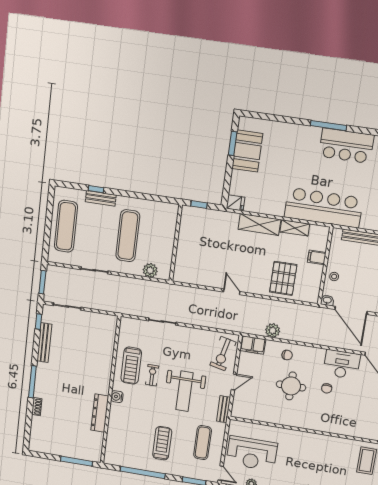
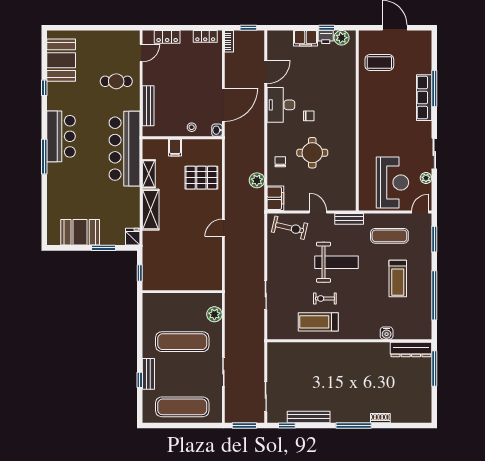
window: (233, 143) -> (103, 248), moved
treadmill: (131, 366) -> (318, 322), turned 180
water cooler: (117, 397) -> (387, 333), moved
dresser: (100, 413) -> (411, 349), moved
treadmill: (162, 443) -> (398, 279), turned -90

